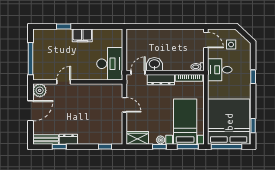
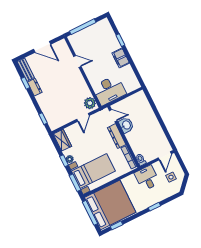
plant: (40, 90) -> (90, 103), moved

